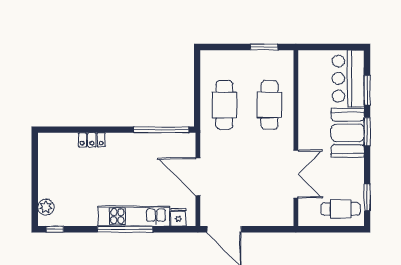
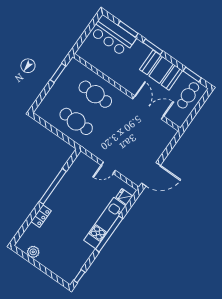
window: (161, 130) -> (53, 186), moved
booth: (348, 133) -> (161, 70), moved
door: (198, 177) -> (108, 168), width x0.53
plant: (46, 207) -> (33, 252), moved

